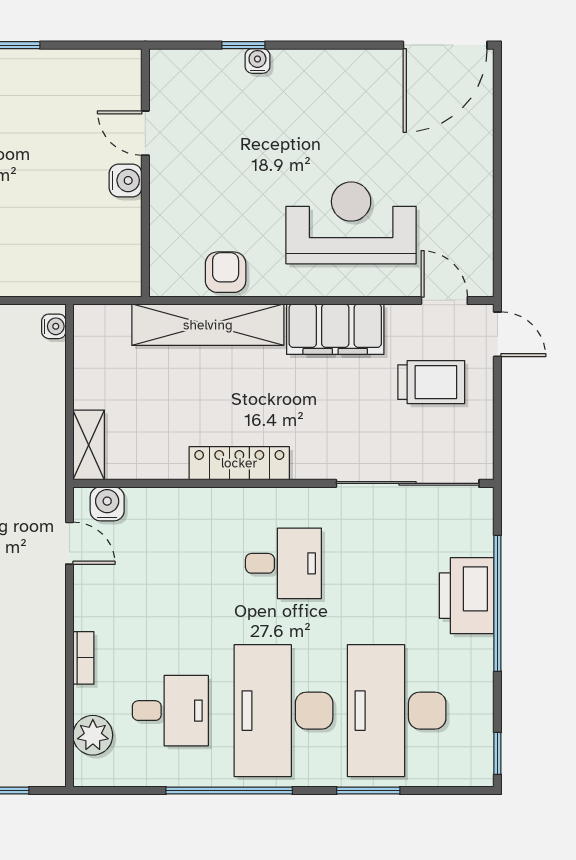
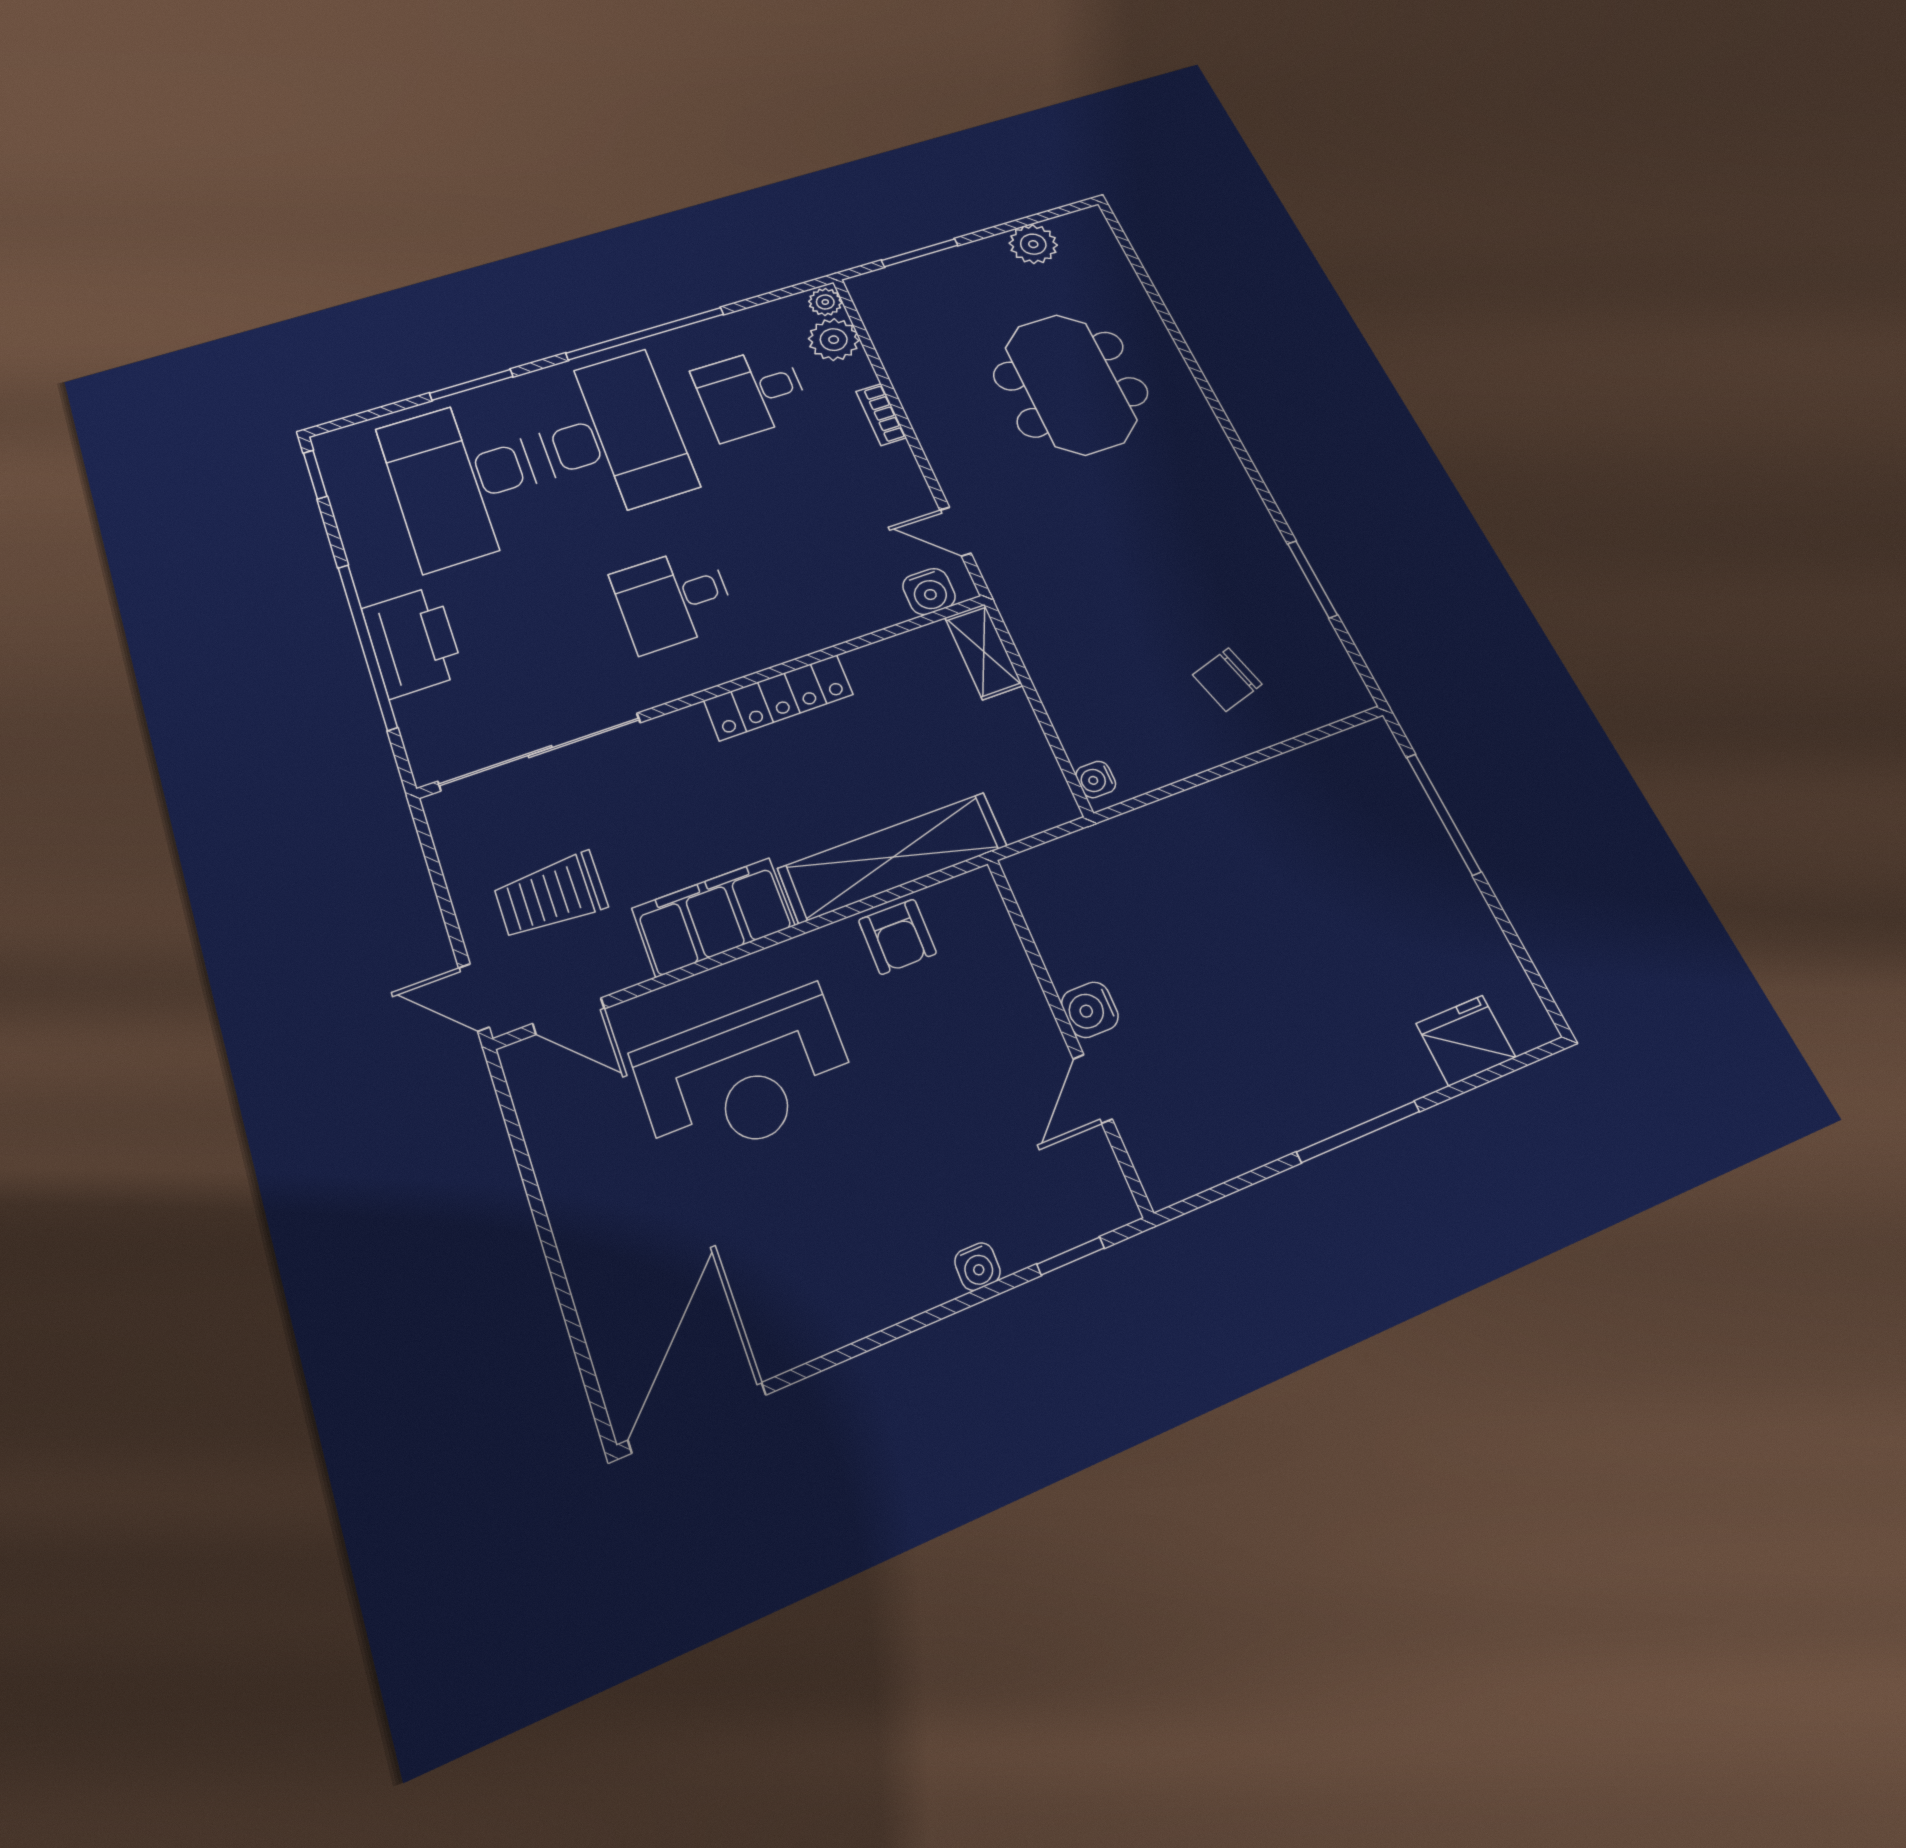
window: (243, 45) -> (1071, 1256), moved
door: (145, 133) -> (1093, 1089), swing flipped
desk: (397, 711) -> (464, 481), turned 180
plant: (86, 771) -> (825, 302), added

